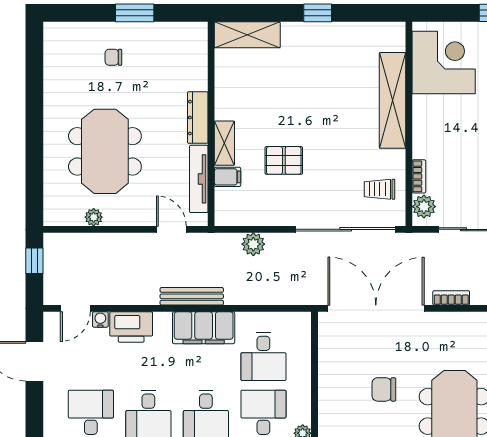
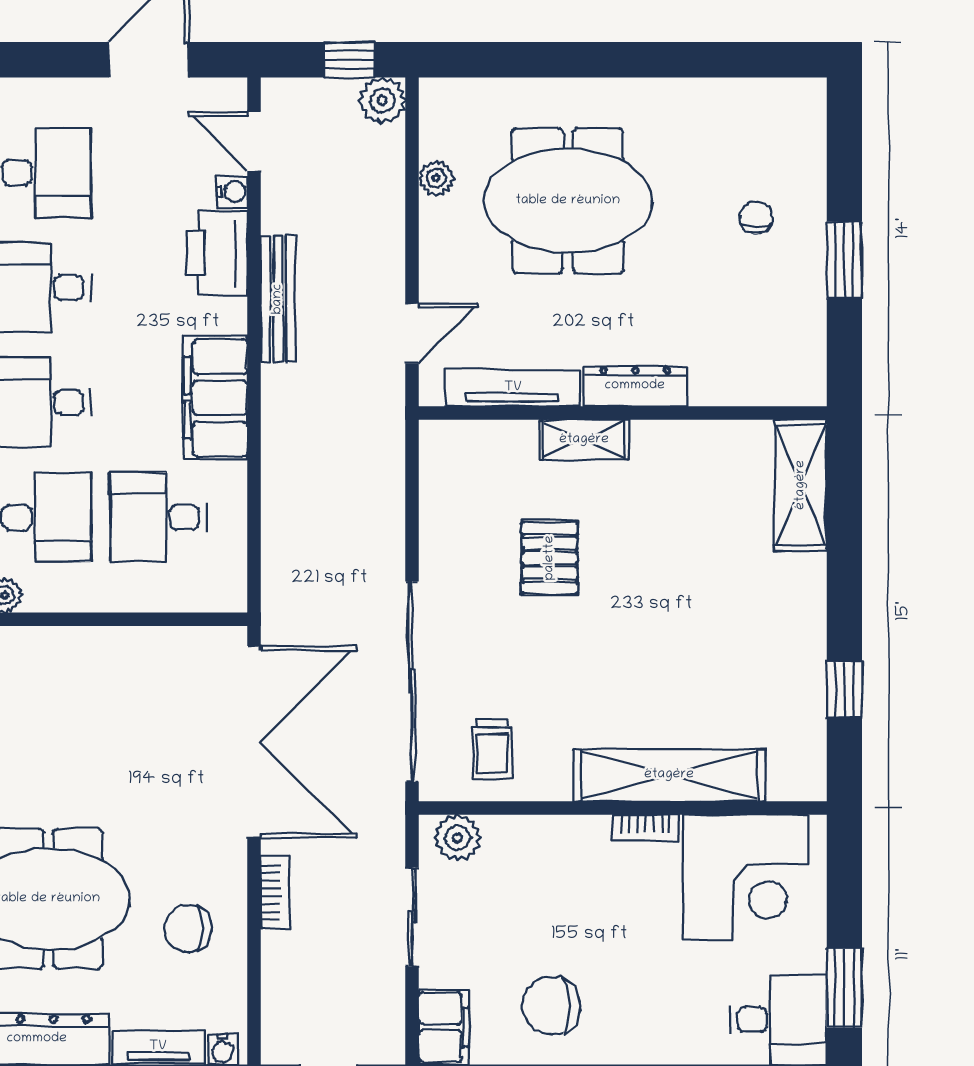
window: (318, 13) -> (844, 690), moved
bookcase: (419, 176) -> (646, 828), moved
filing cabinet: (228, 177) -> (517, 446), removed
trolley: (379, 189) -> (492, 749), turned 180
plant: (253, 244) -> (382, 100), moved
bench: (192, 296) -> (278, 299), moved
chair: (384, 389) -> (188, 928), moved, turned -90

